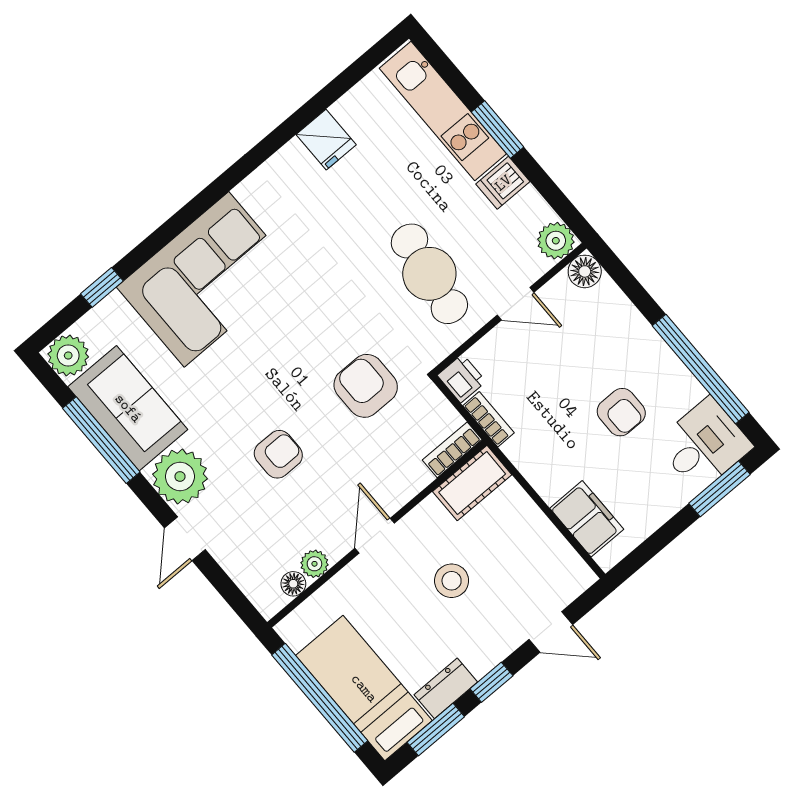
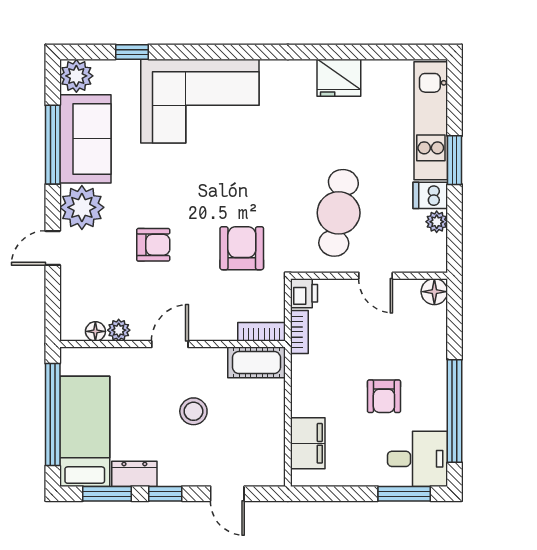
fridge: (326, 140) -> (339, 78), width x1.38
plant: (556, 241) -> (437, 222), moved, width x0.73, depth x0.73

